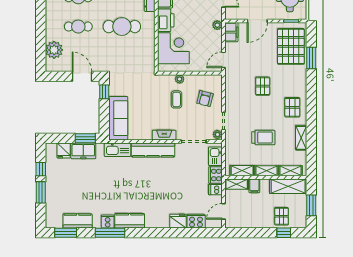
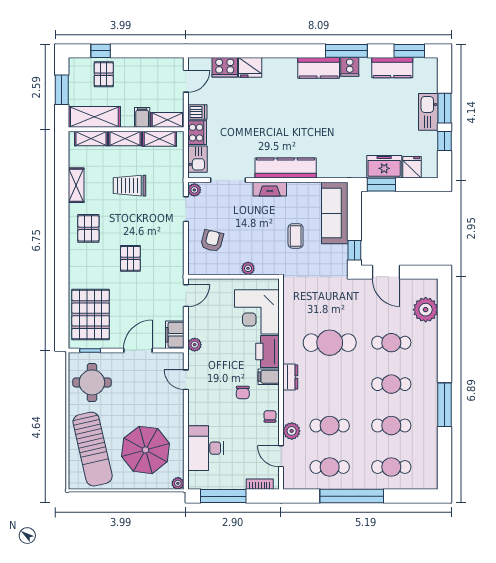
window: (311, 58) -> (62, 298), removed
coffee table: (177, 99) -> (296, 236), moved
kitchen sink: (118, 150) -> (428, 112), moved, turned -90

